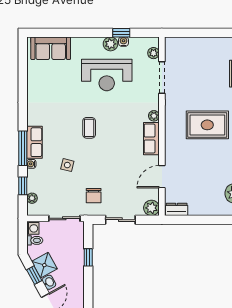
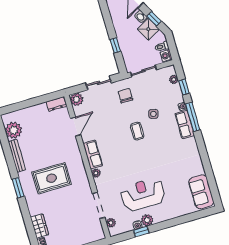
sofa: (51, 48) -> (201, 192), moved, turned -90
coffee table: (89, 128) -> (137, 131), moved

